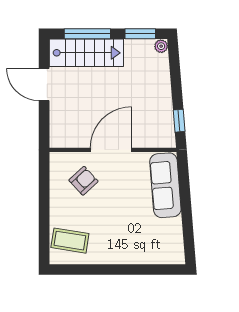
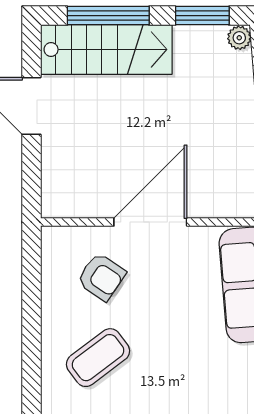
armchair: (83, 181) -> (101, 277), turned 77
coffee table: (70, 241) -> (98, 358), moved, turned -46

